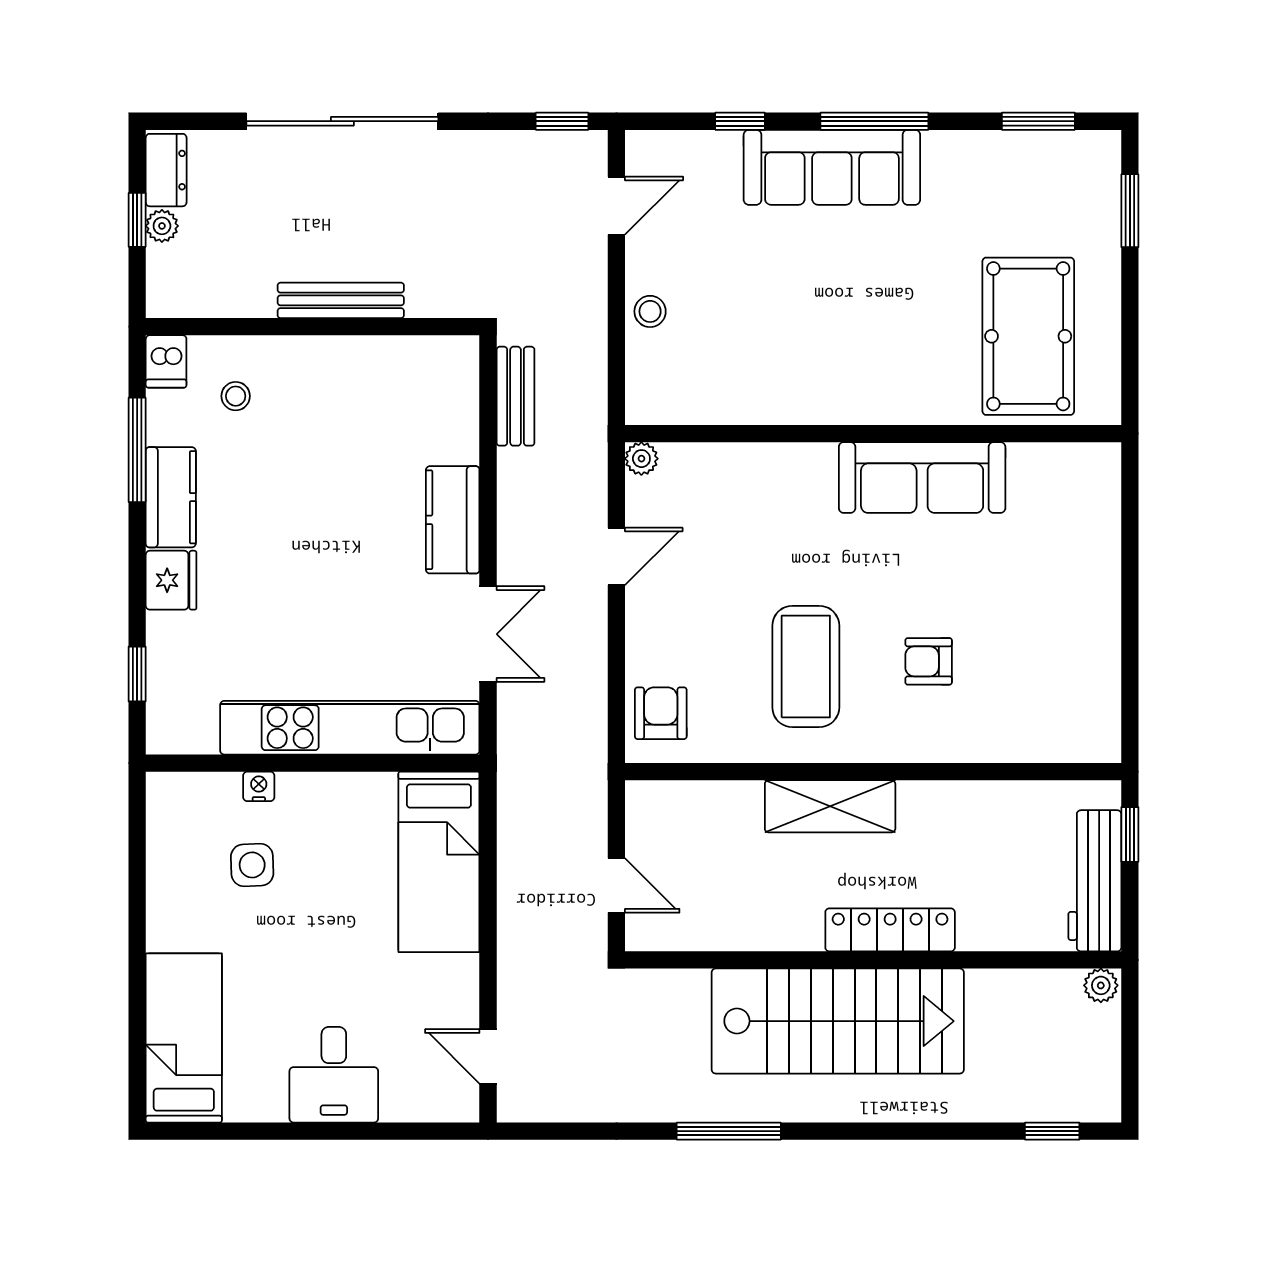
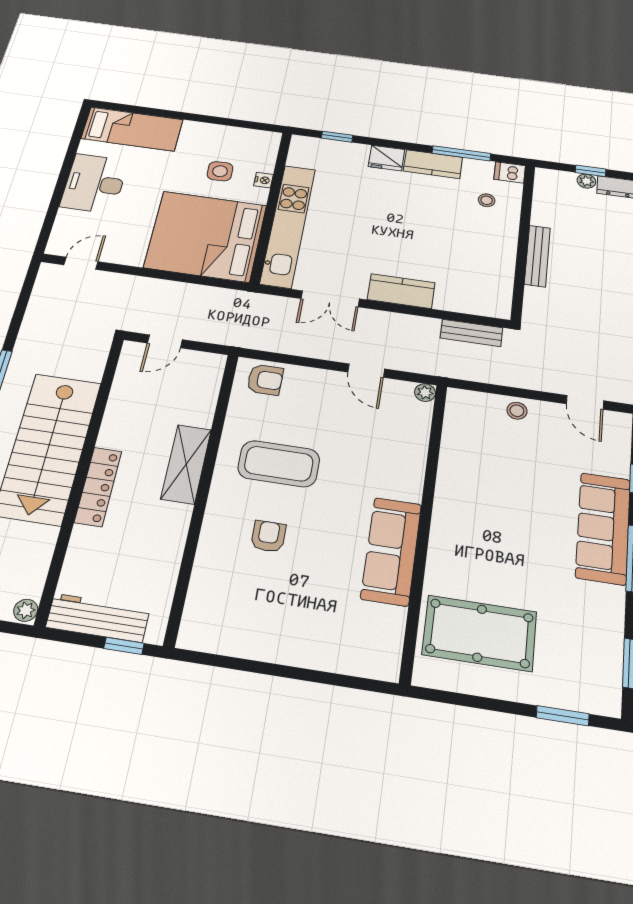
bed: (439, 862) -> (206, 236), width x2.04
desk: (334, 1075) -> (94, 184), width x1.37

